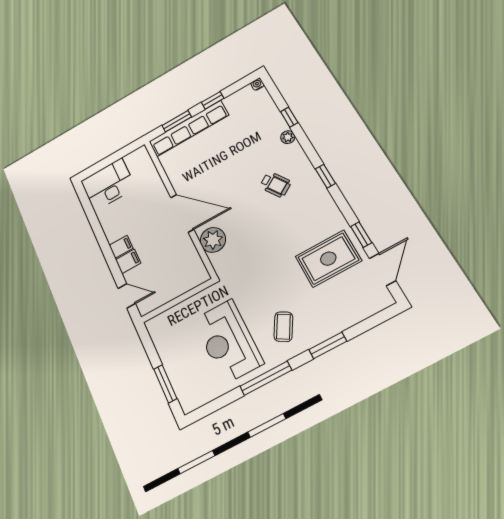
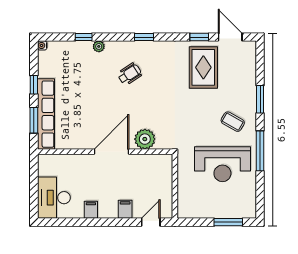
filing cabinet: (121, 247) -> (91, 210), moved

